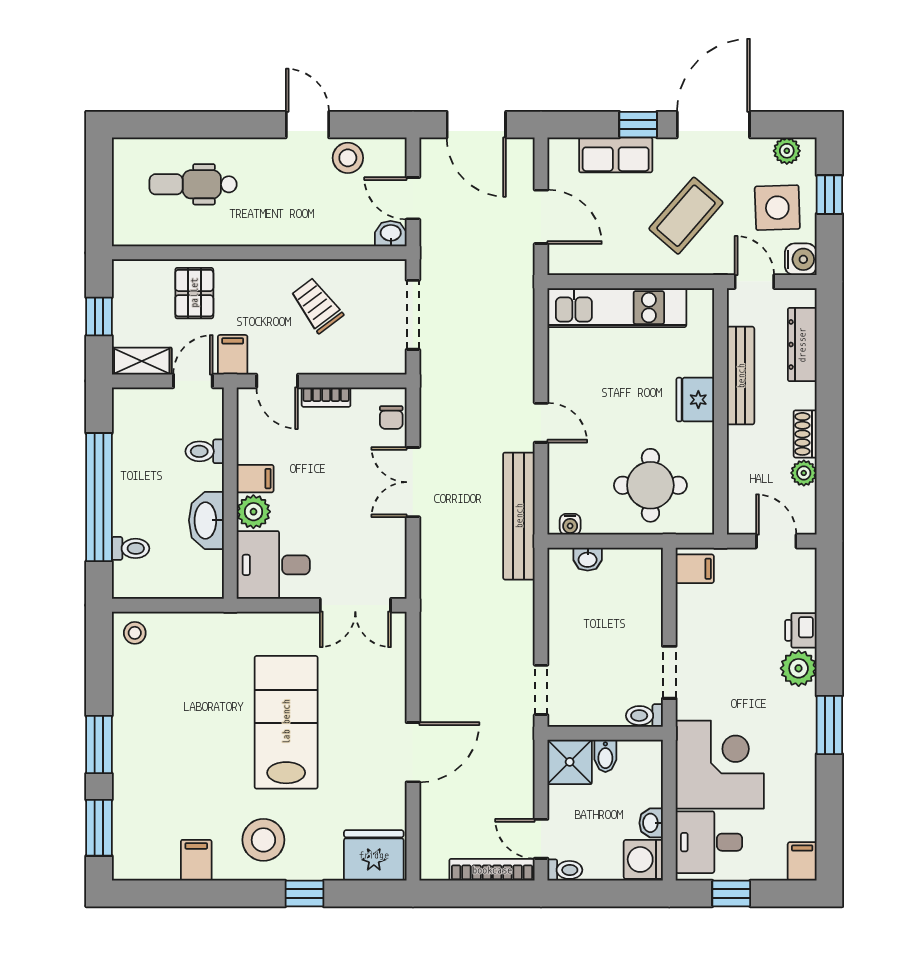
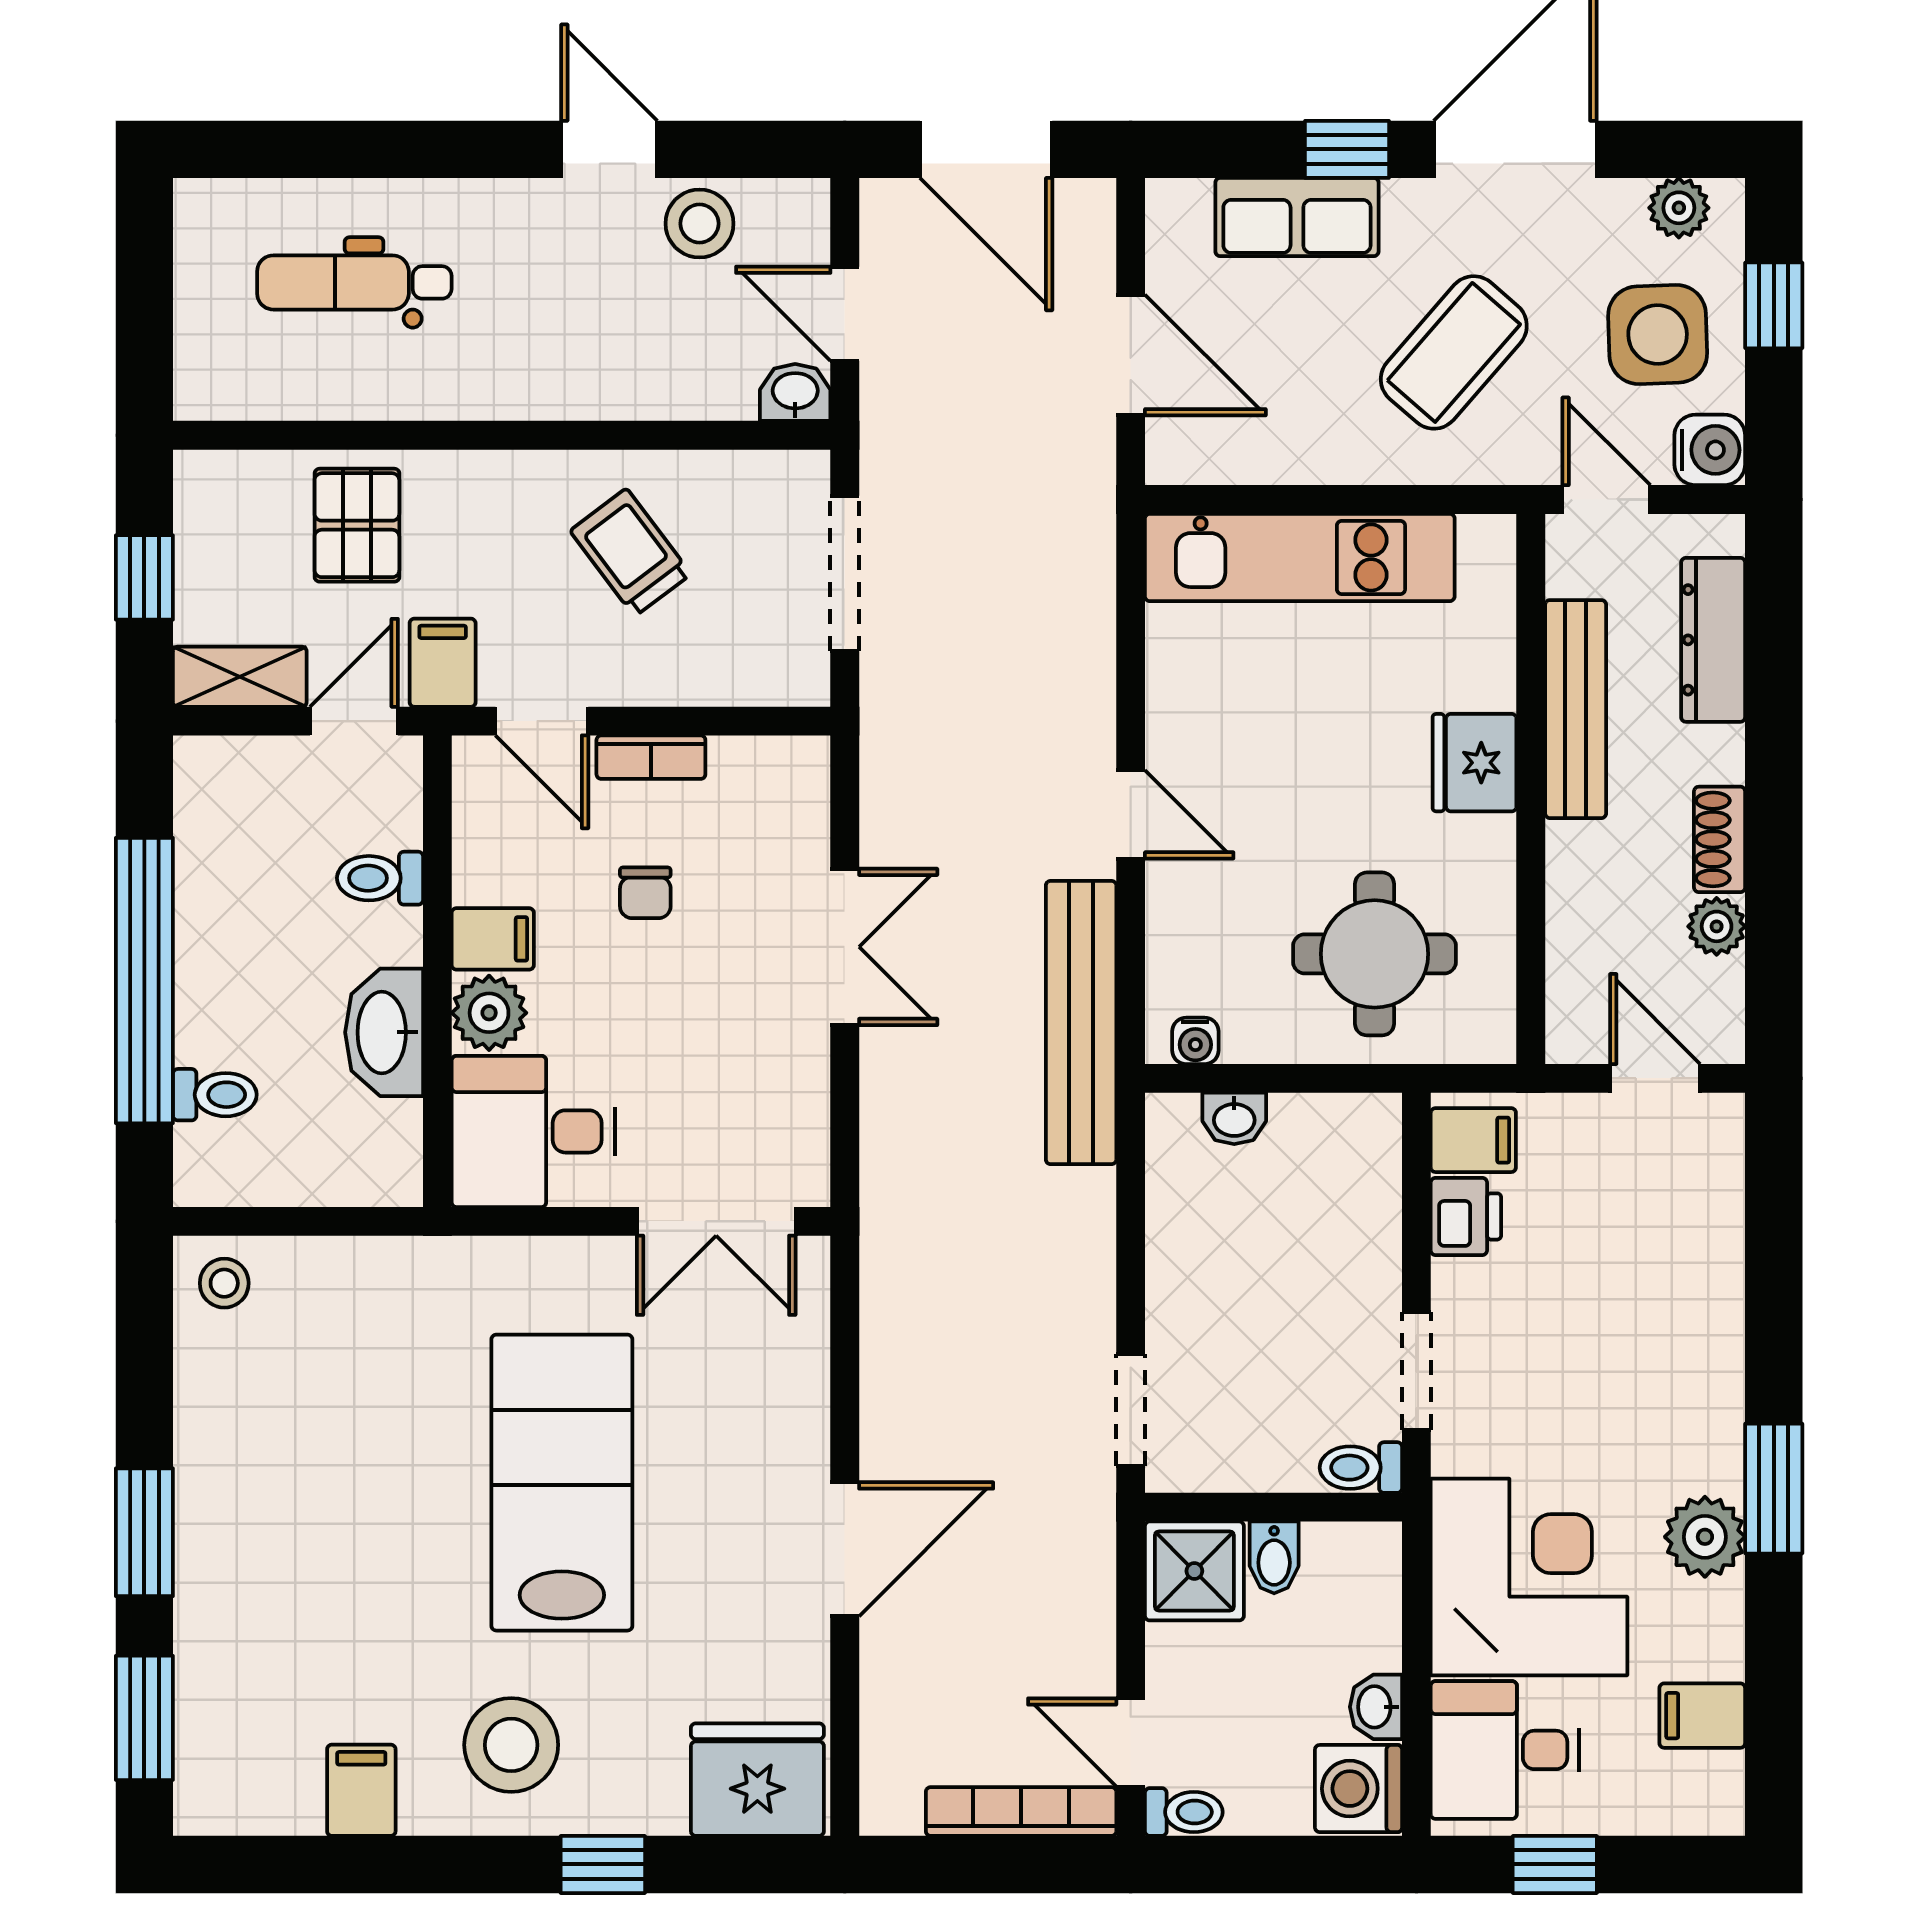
chair: (391, 417) -> (645, 893), moved
double door: (413, 482) -> (845, 947), swing flipped
printer: (801, 630) -> (1466, 1216), moved, turned 180
plant: (799, 668) -> (1705, 1537), moved
filing cabinet: (802, 861) -> (1702, 1716), moved, turned -90

